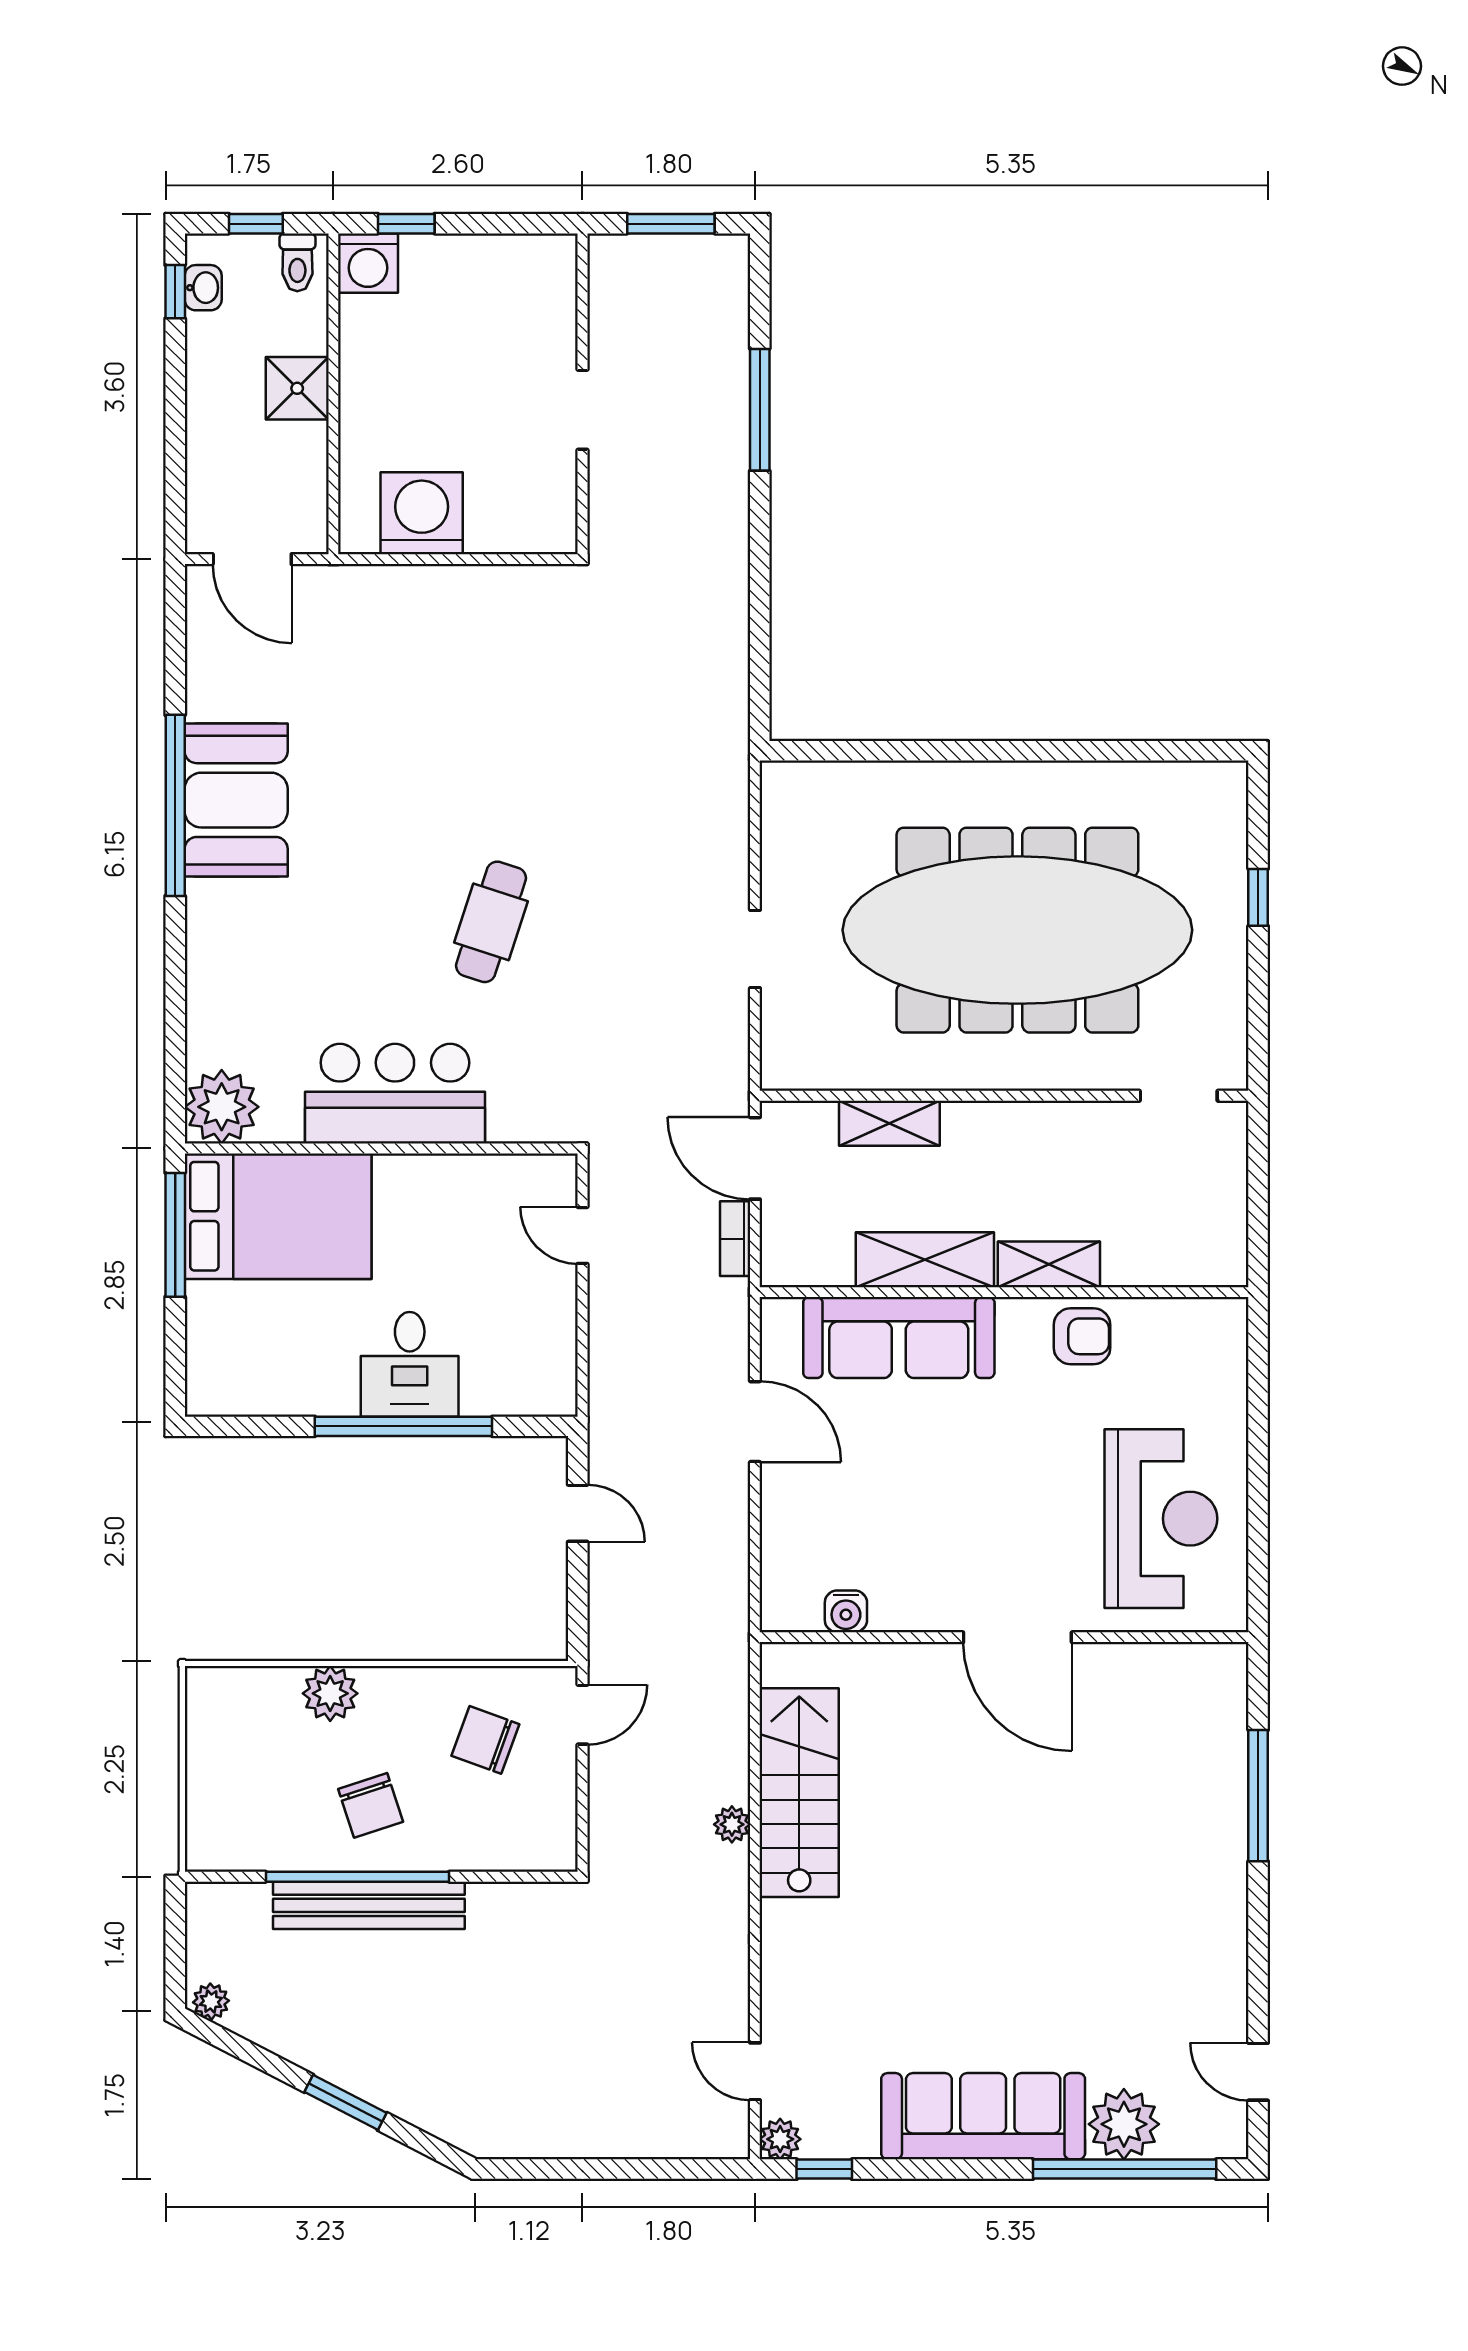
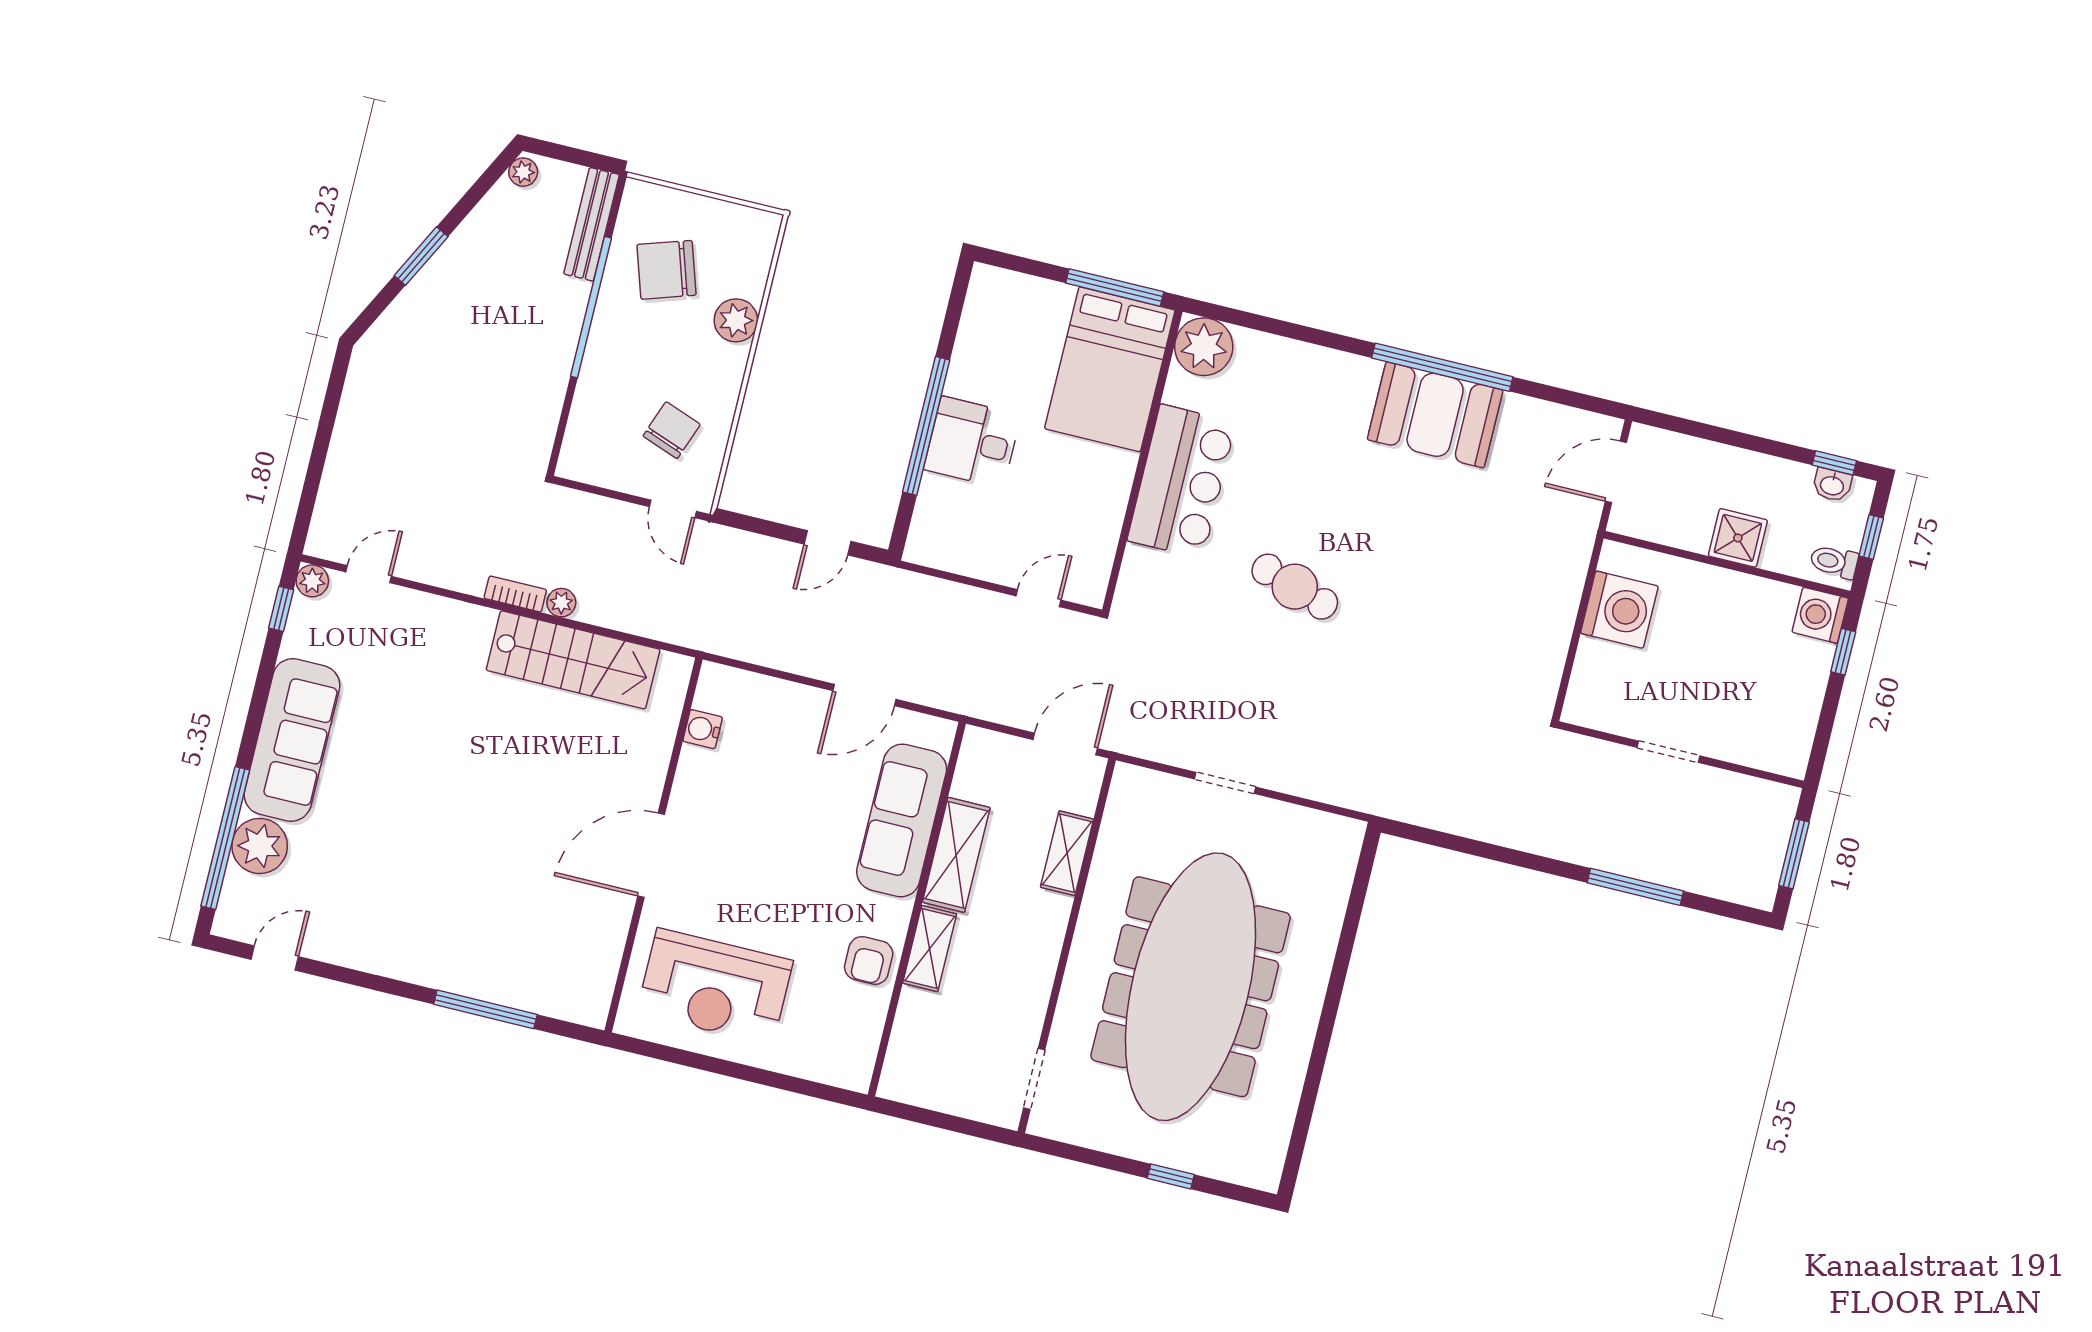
bookcase: (735, 1239) -> (515, 594), moved
chair: (371, 1805) -> (667, 270), moved, width x1.37, depth x1.37
bench: (369, 1905) -> (591, 224), moved, width x0.73, depth x0.82

